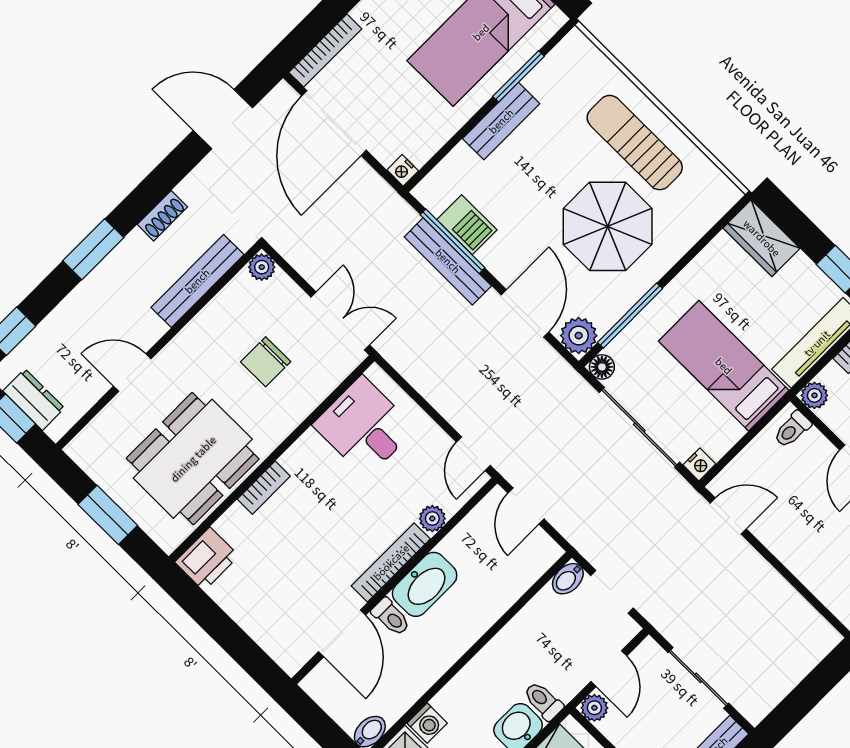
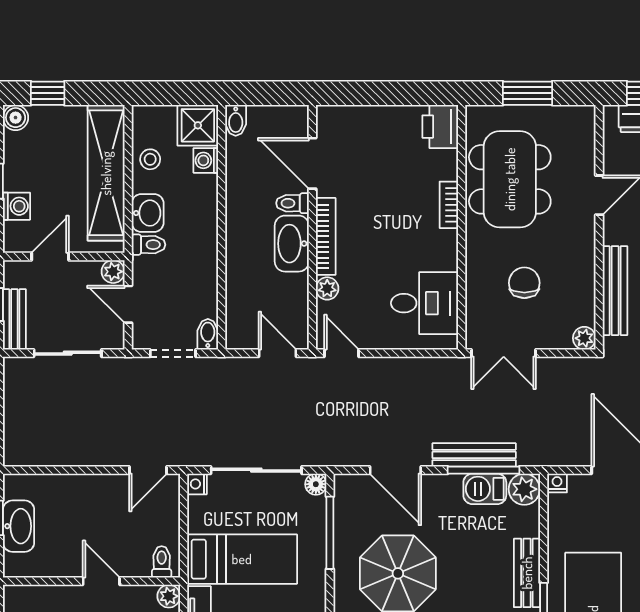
plant: (579, 336) -> (524, 489), moved

